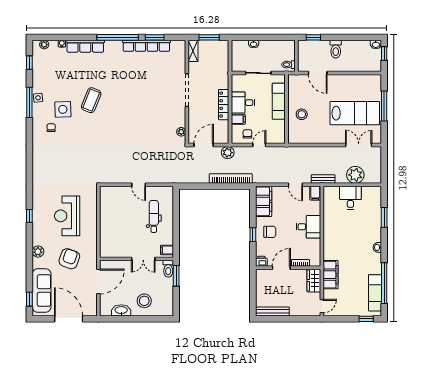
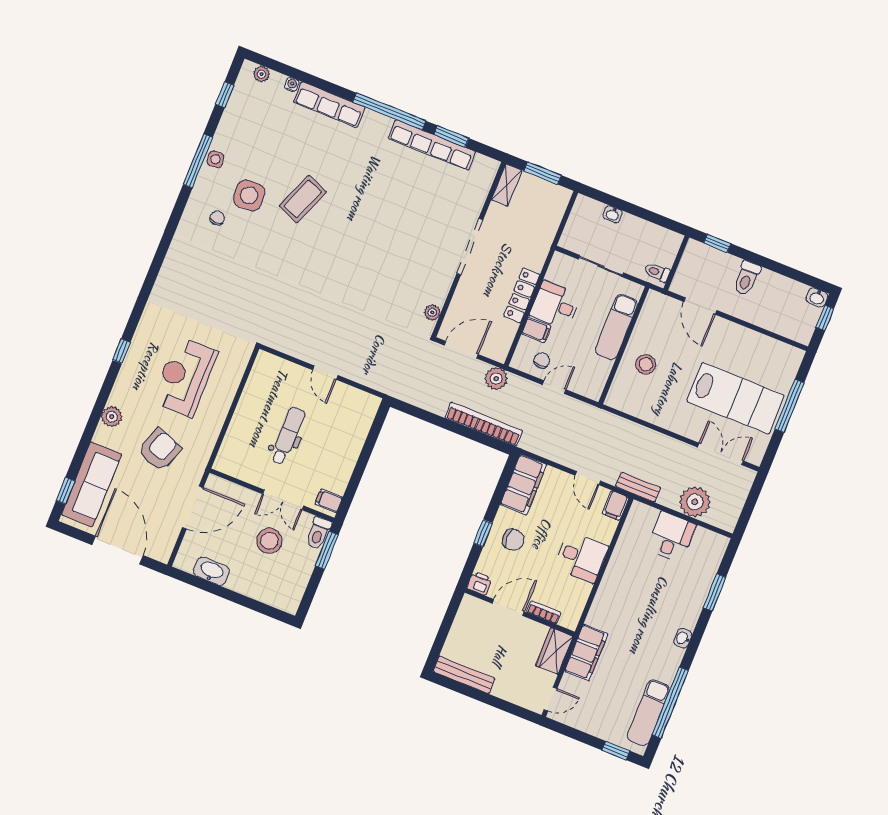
dental chair: (154, 216) -> (288, 436), moved
stool: (144, 301) -> (269, 541), moved

